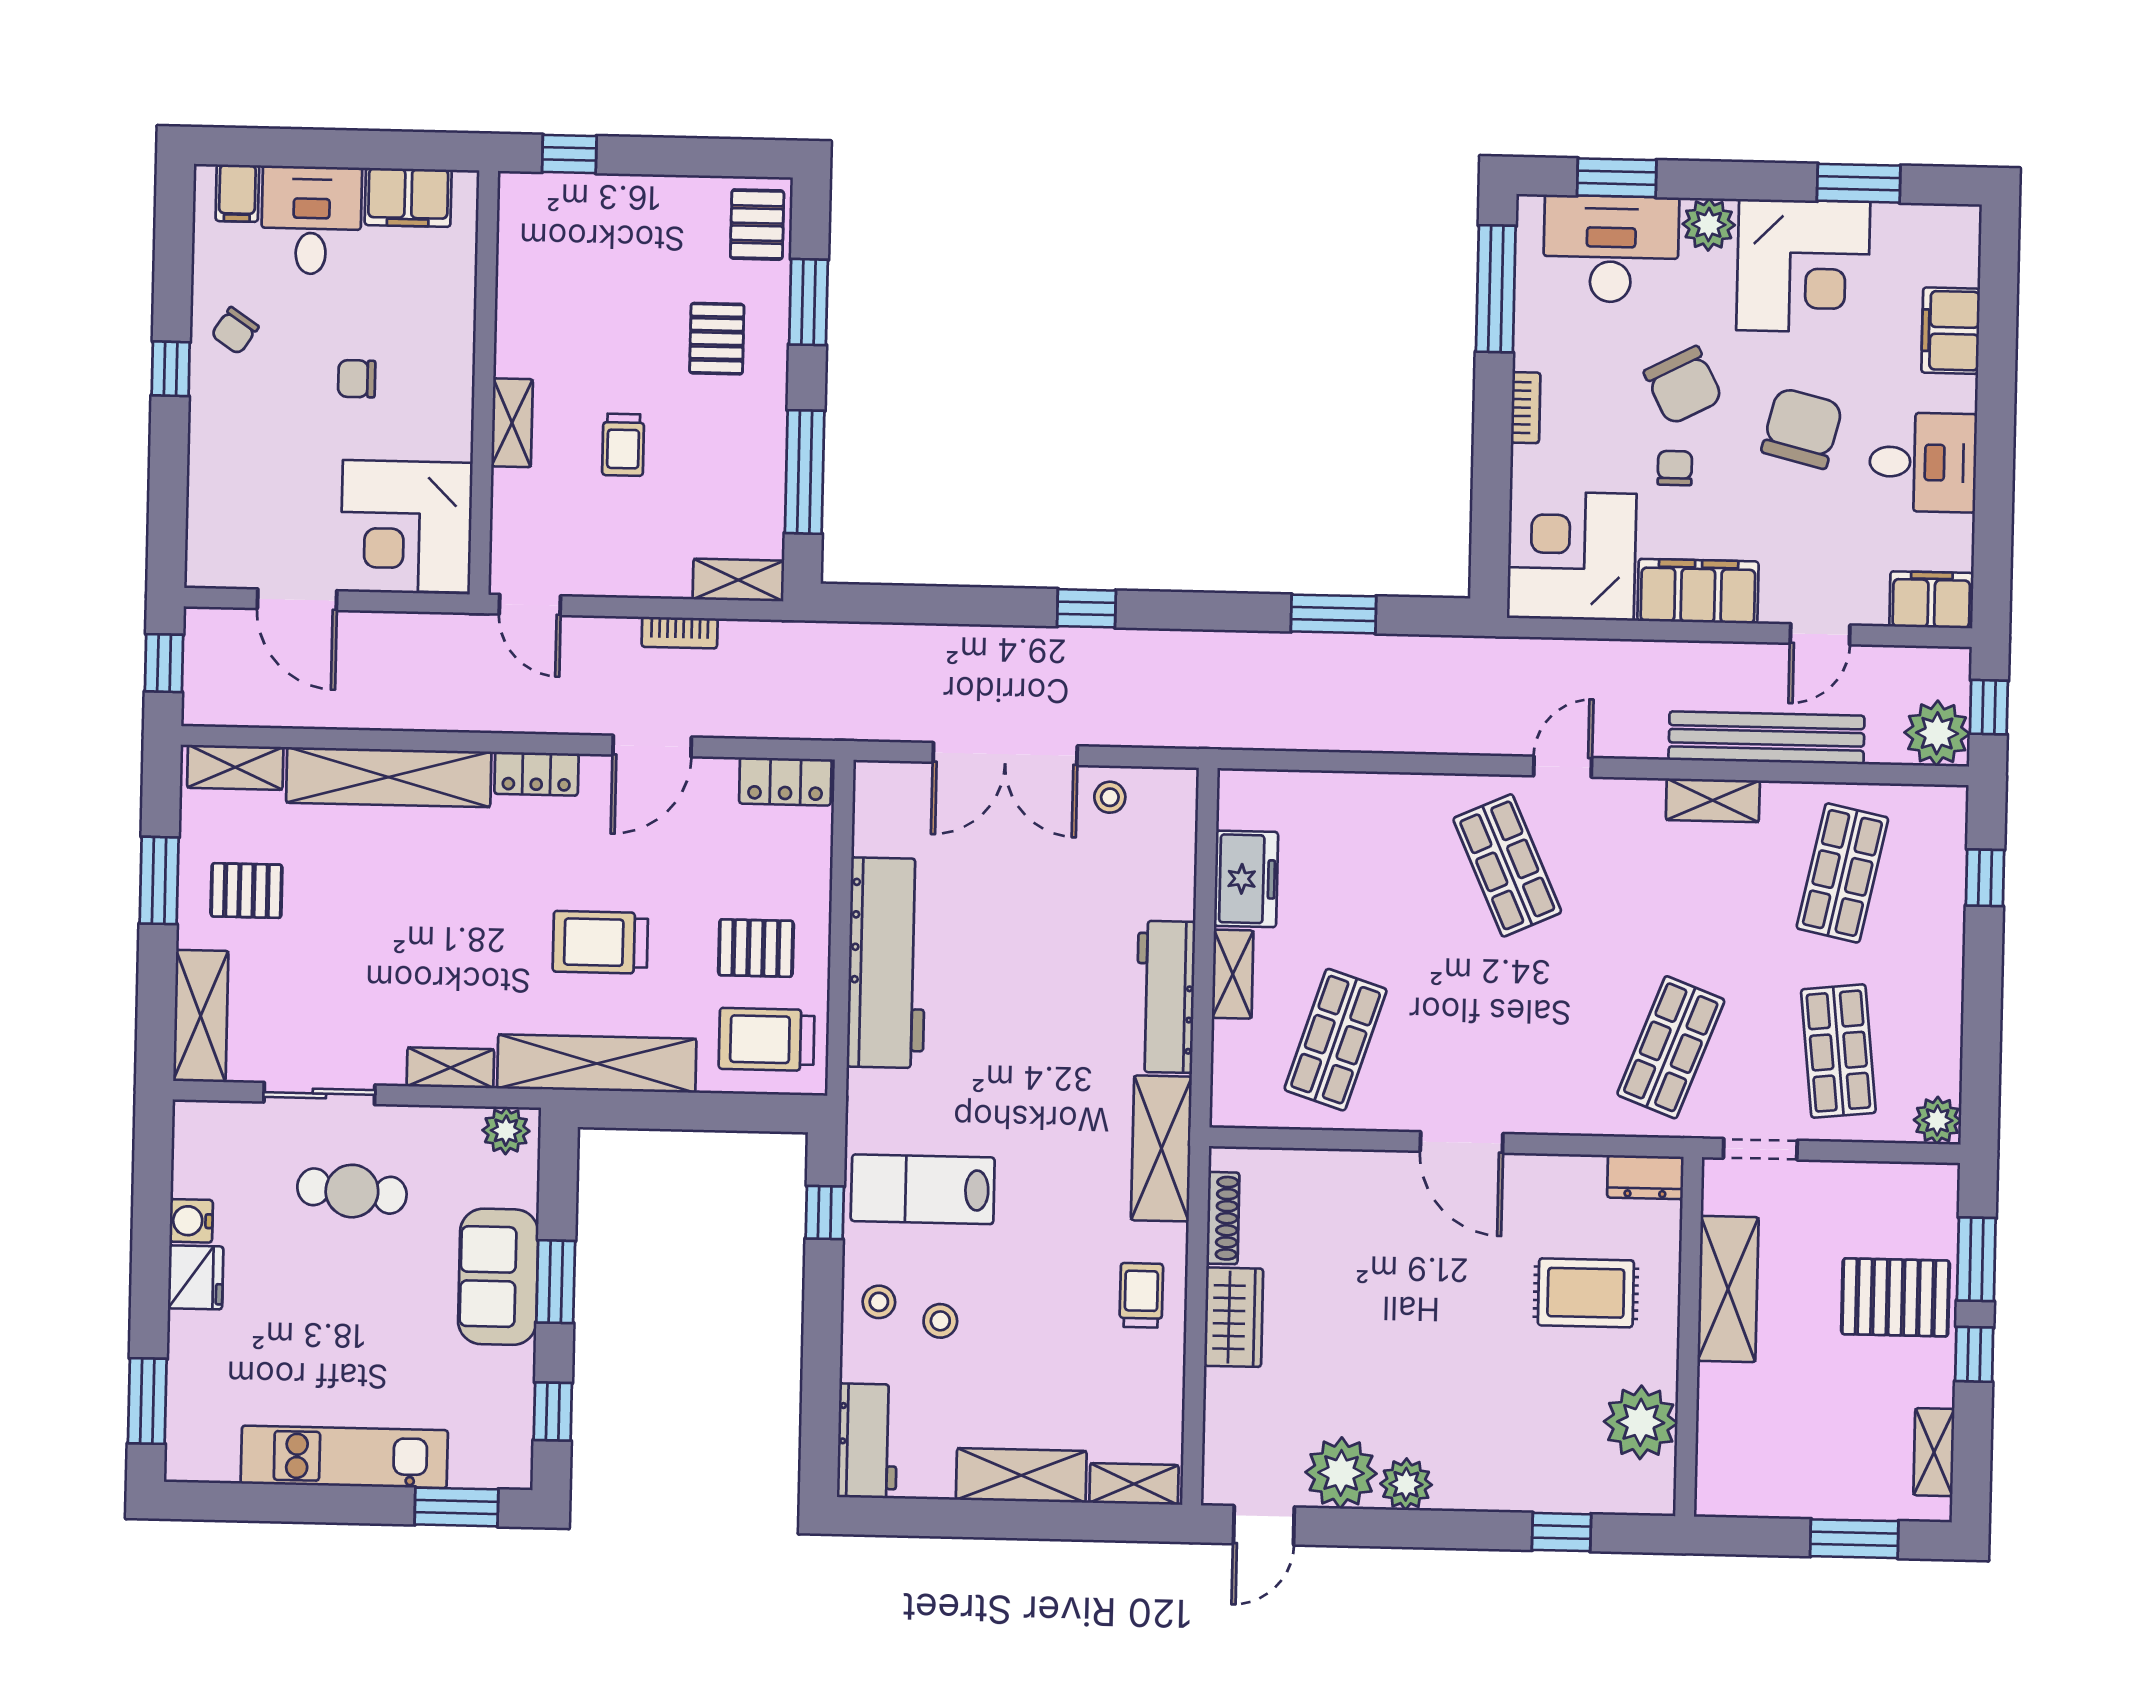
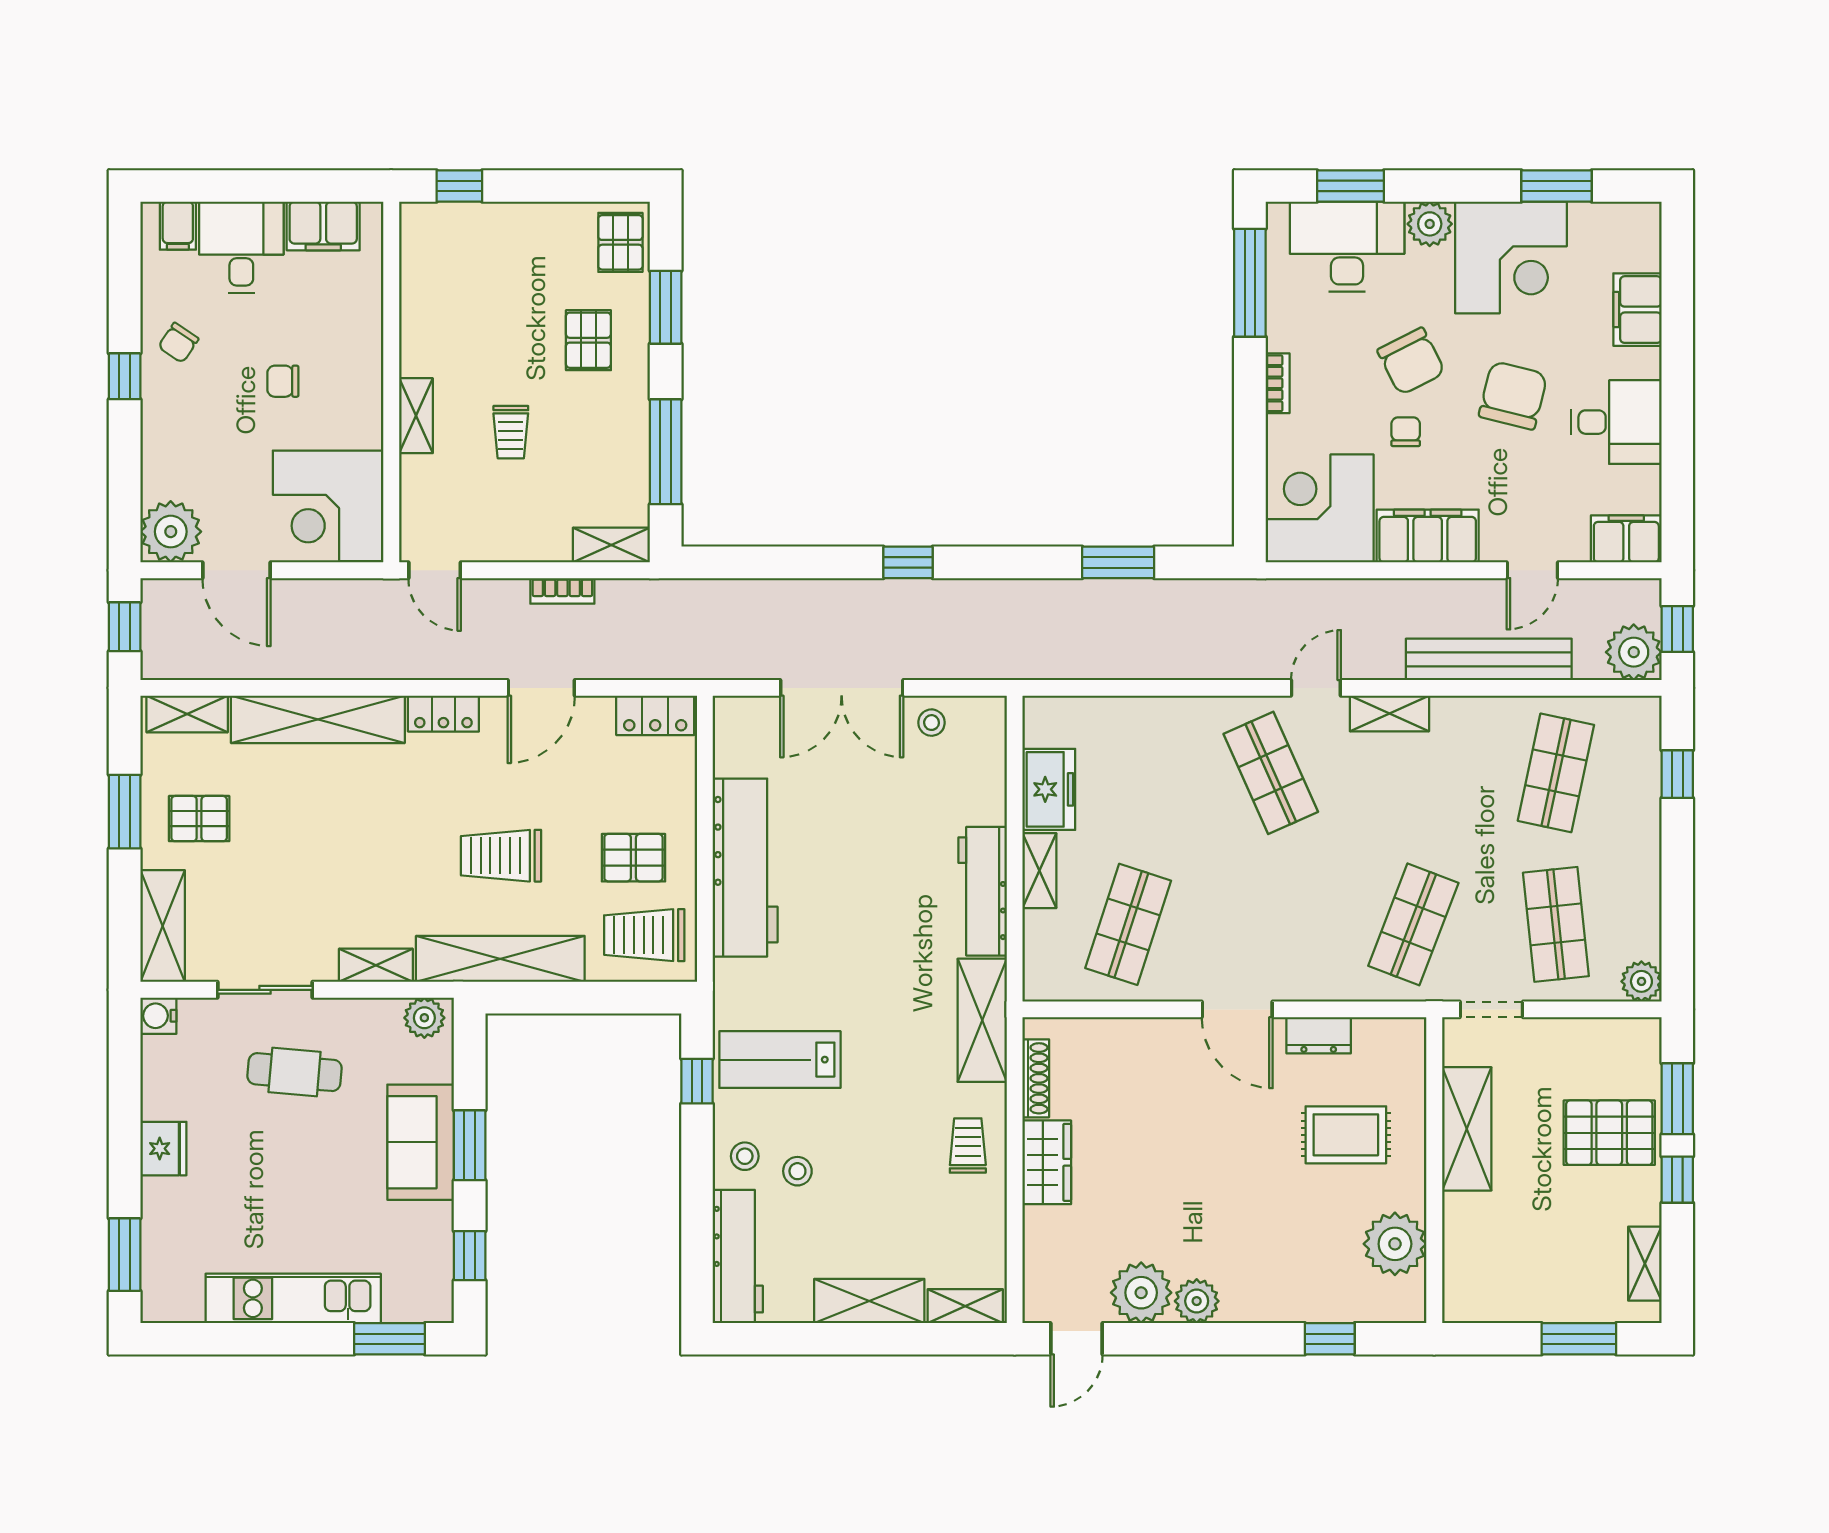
plant: (221, 552) -> (171, 532), added
shelving: (1713, 800) -> (1389, 714), moved
dresser: (1645, 1177) -> (1319, 1035), moved
water cooler: (191, 1221) -> (158, 1016), moved
workbench: (867, 1441) -> (738, 1256), width x1.37

